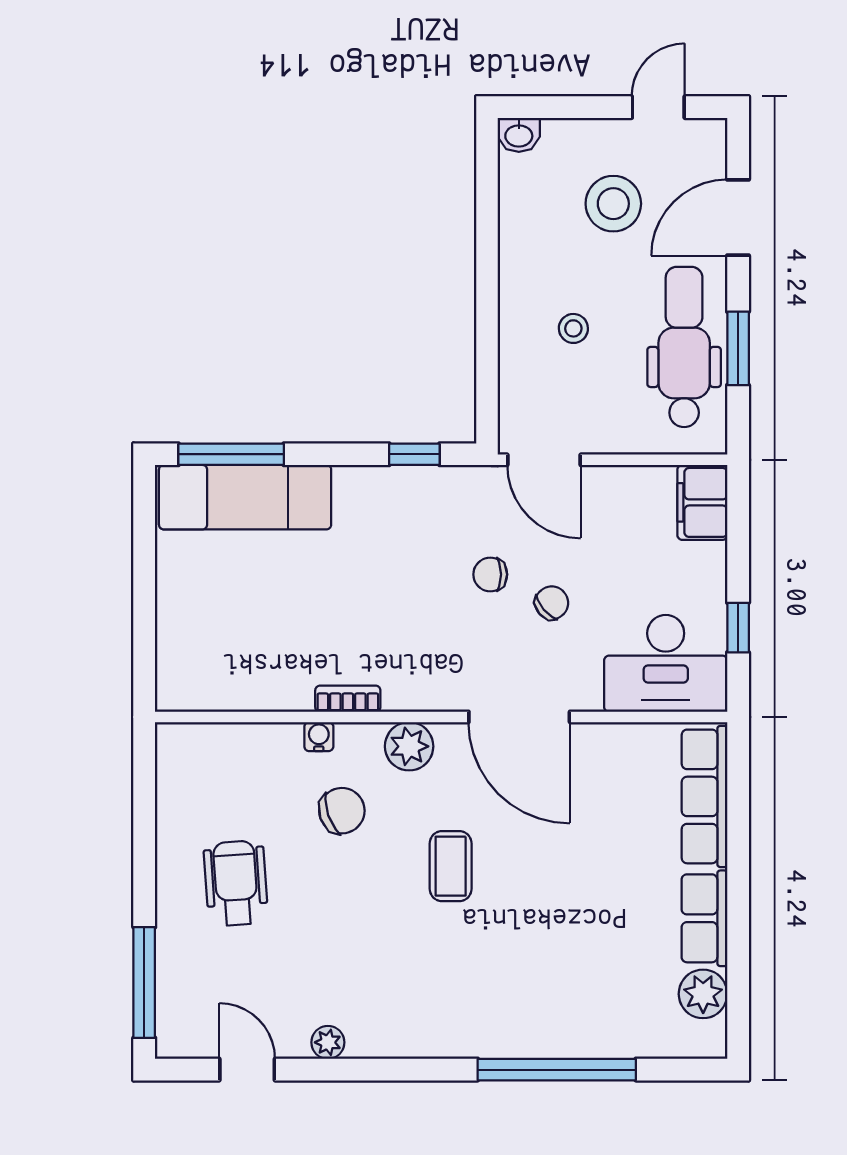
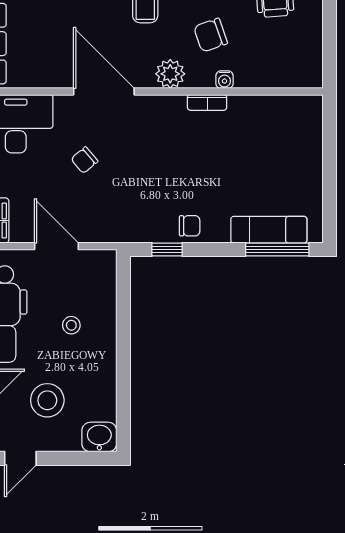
washbasin: (519, 135) -> (99, 437), width x1.38, depth x1.45
door: (544, 460) -> (56, 246), moved
exam couch: (245, 497) -> (269, 230), width x0.73, depth x0.69
chair: (490, 574) -> (190, 226), moved

